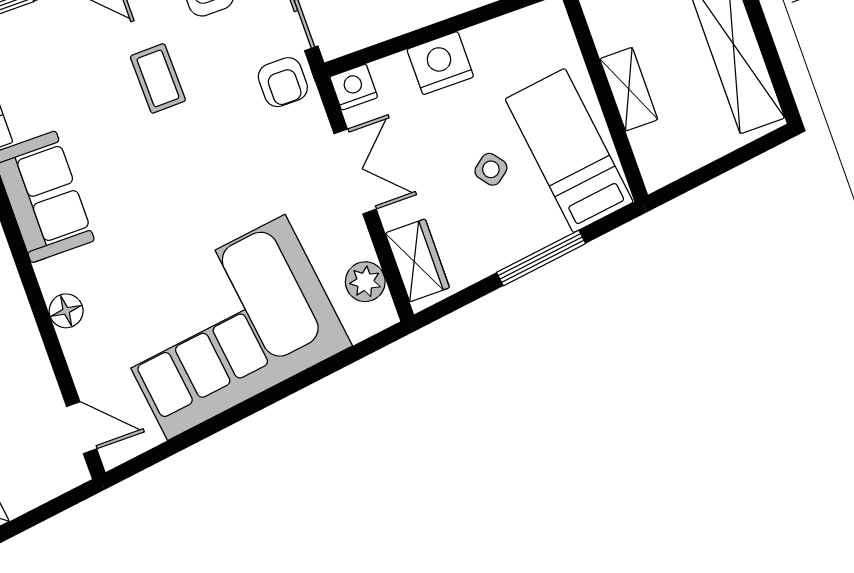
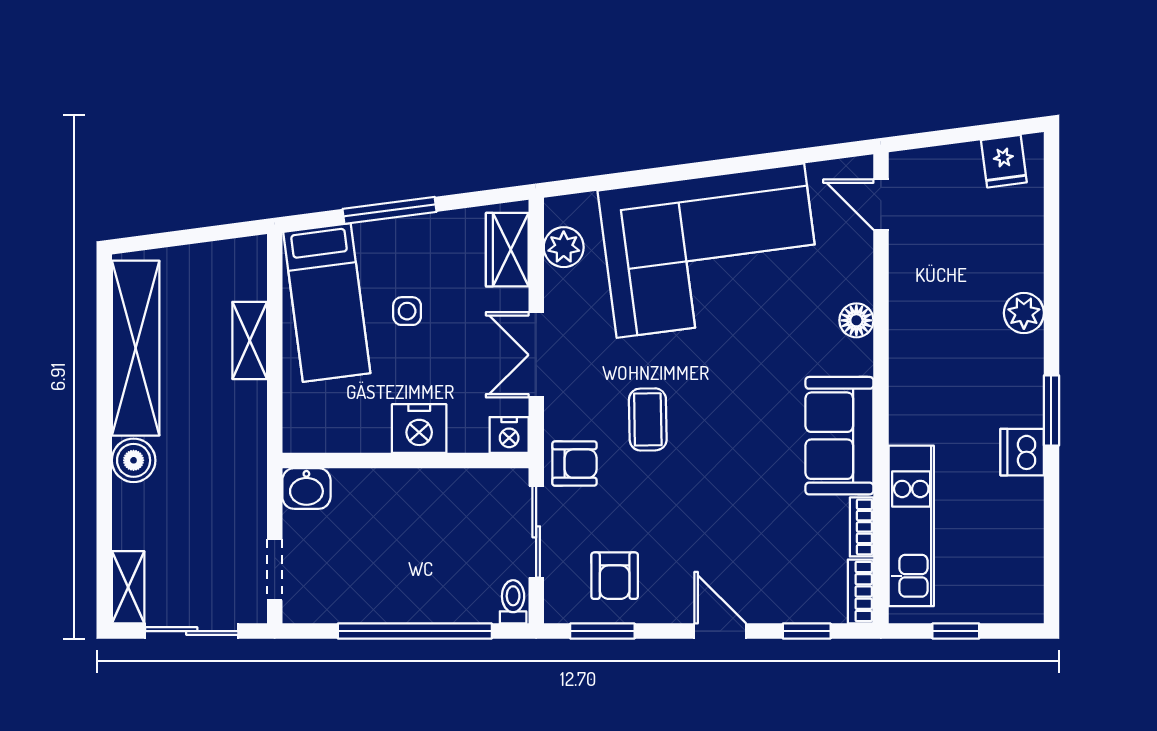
coffee table: (158, 78) -> (648, 419), moved
armchair: (283, 82) -> (574, 464), turned 90
side table: (491, 169) -> (407, 311), turned 38

